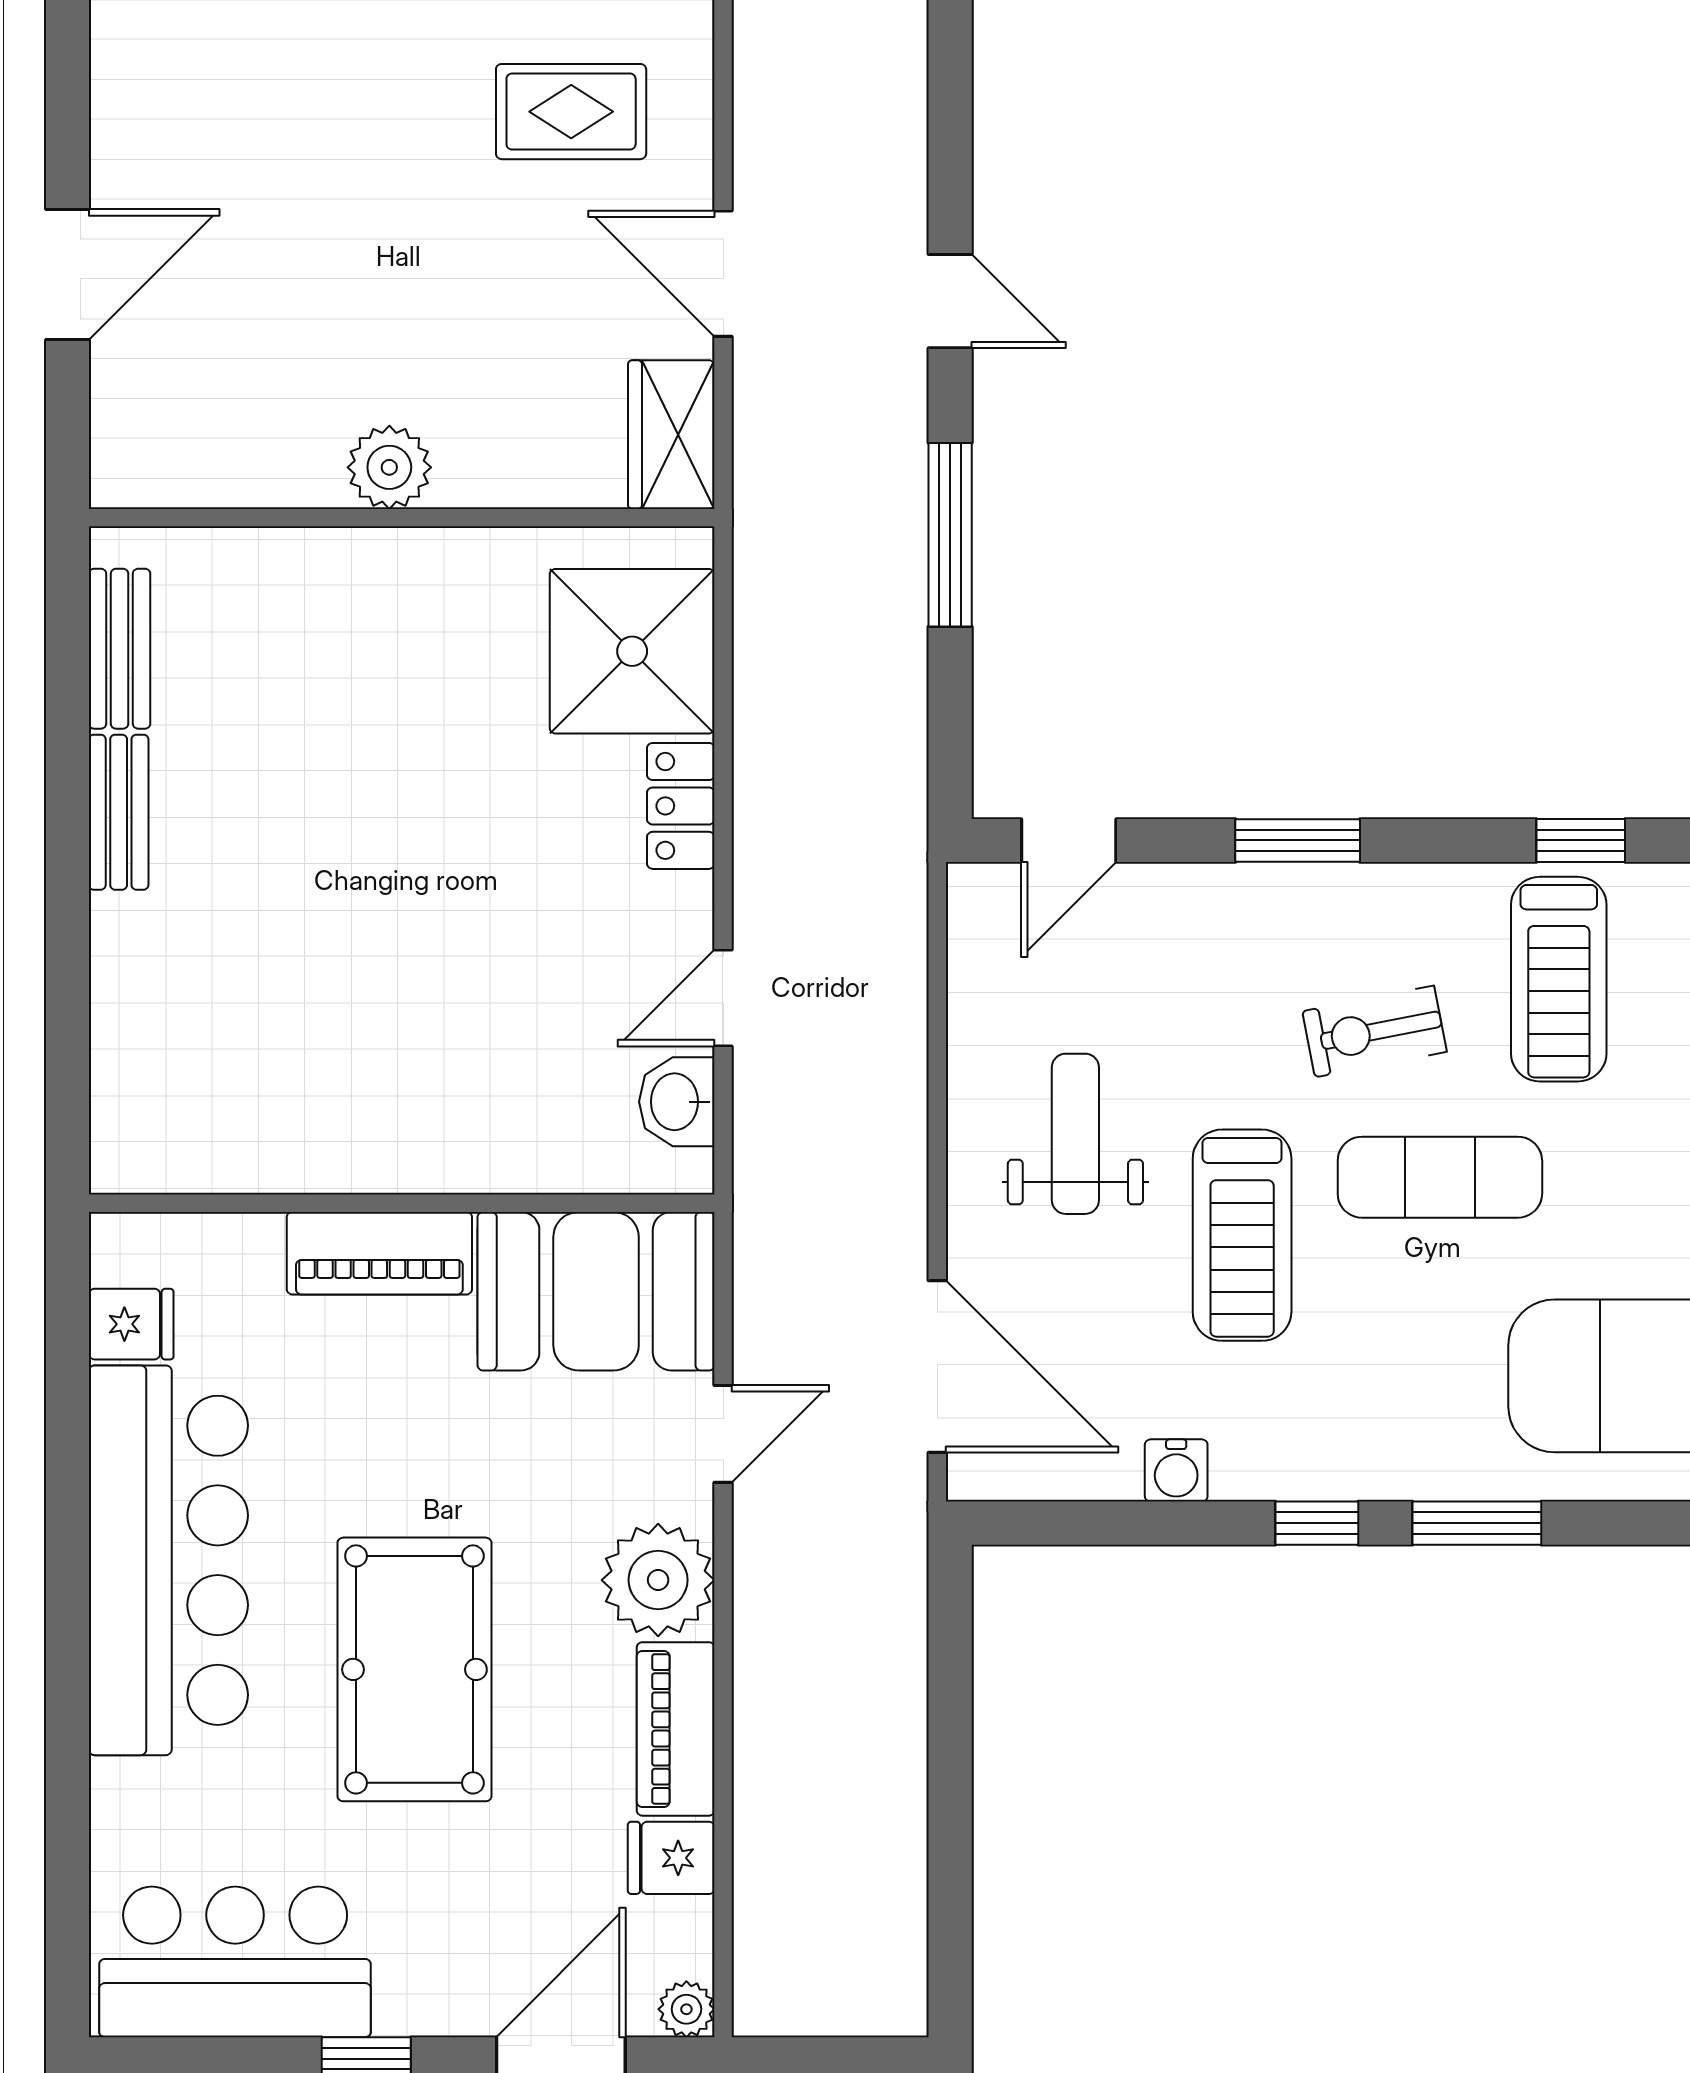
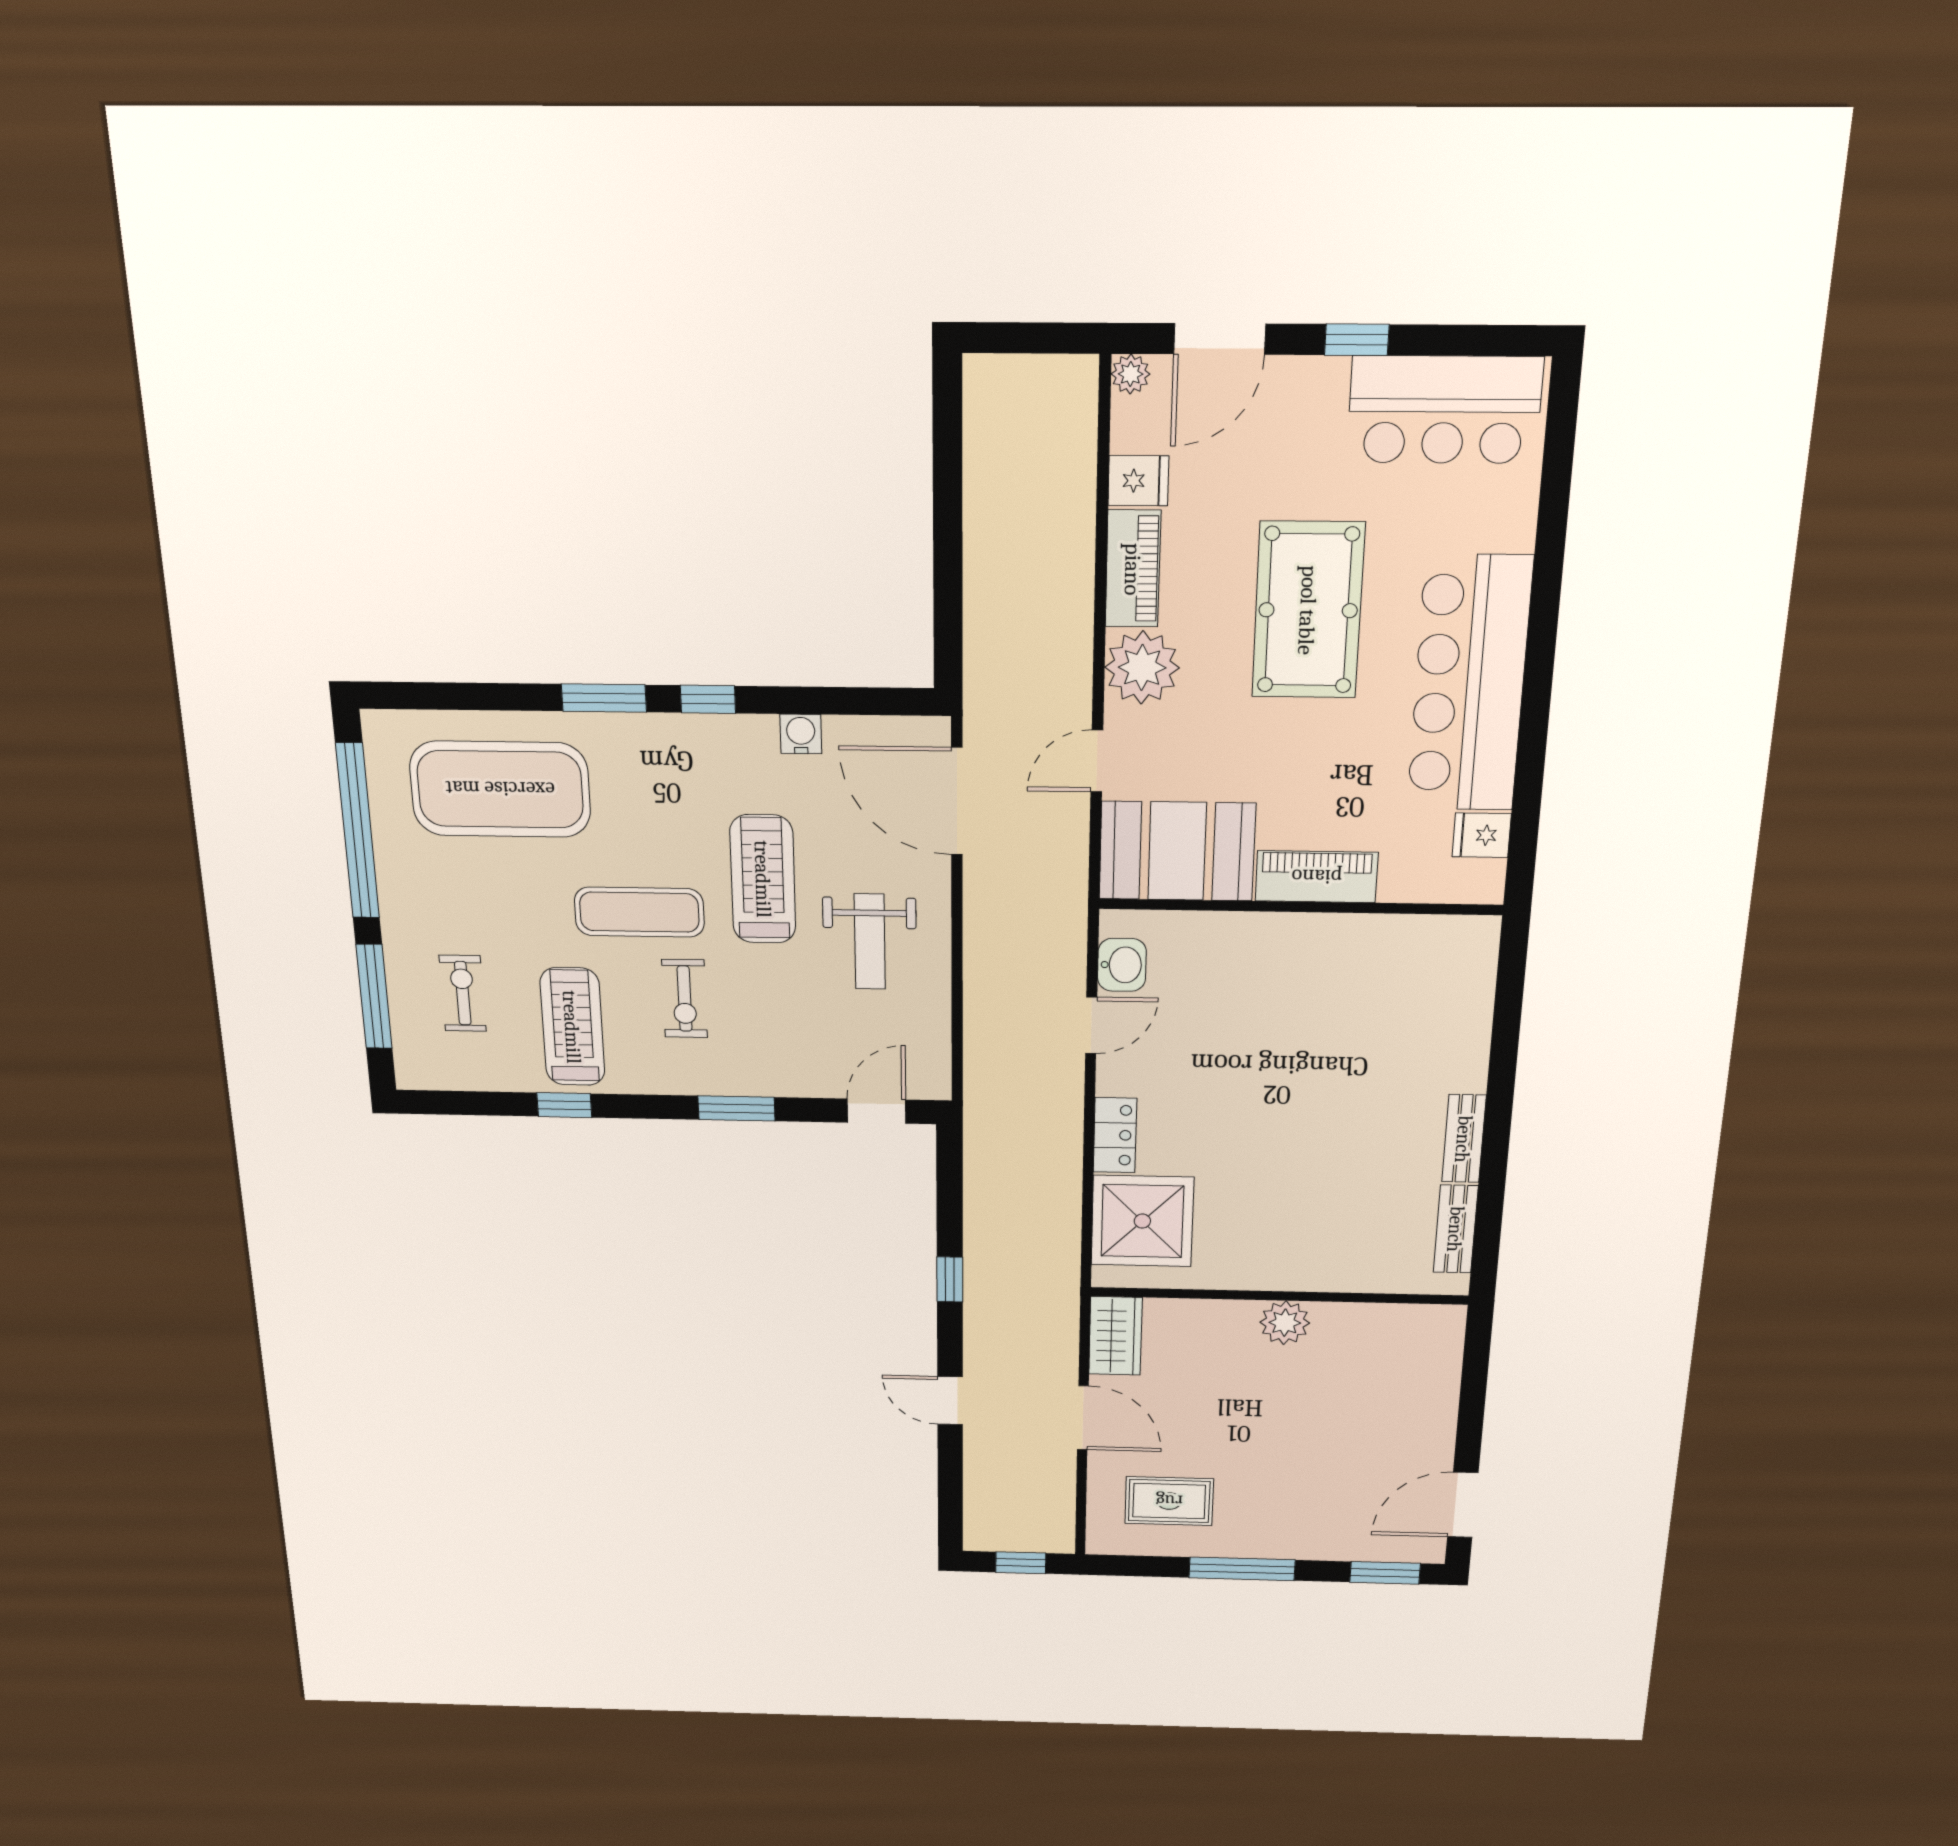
door: (68, 275) -> (1463, 1505), moved
window: (950, 535) -> (950, 1279), width x0.46
exercise bike: (1374, 1031) -> (685, 999), turned 101

